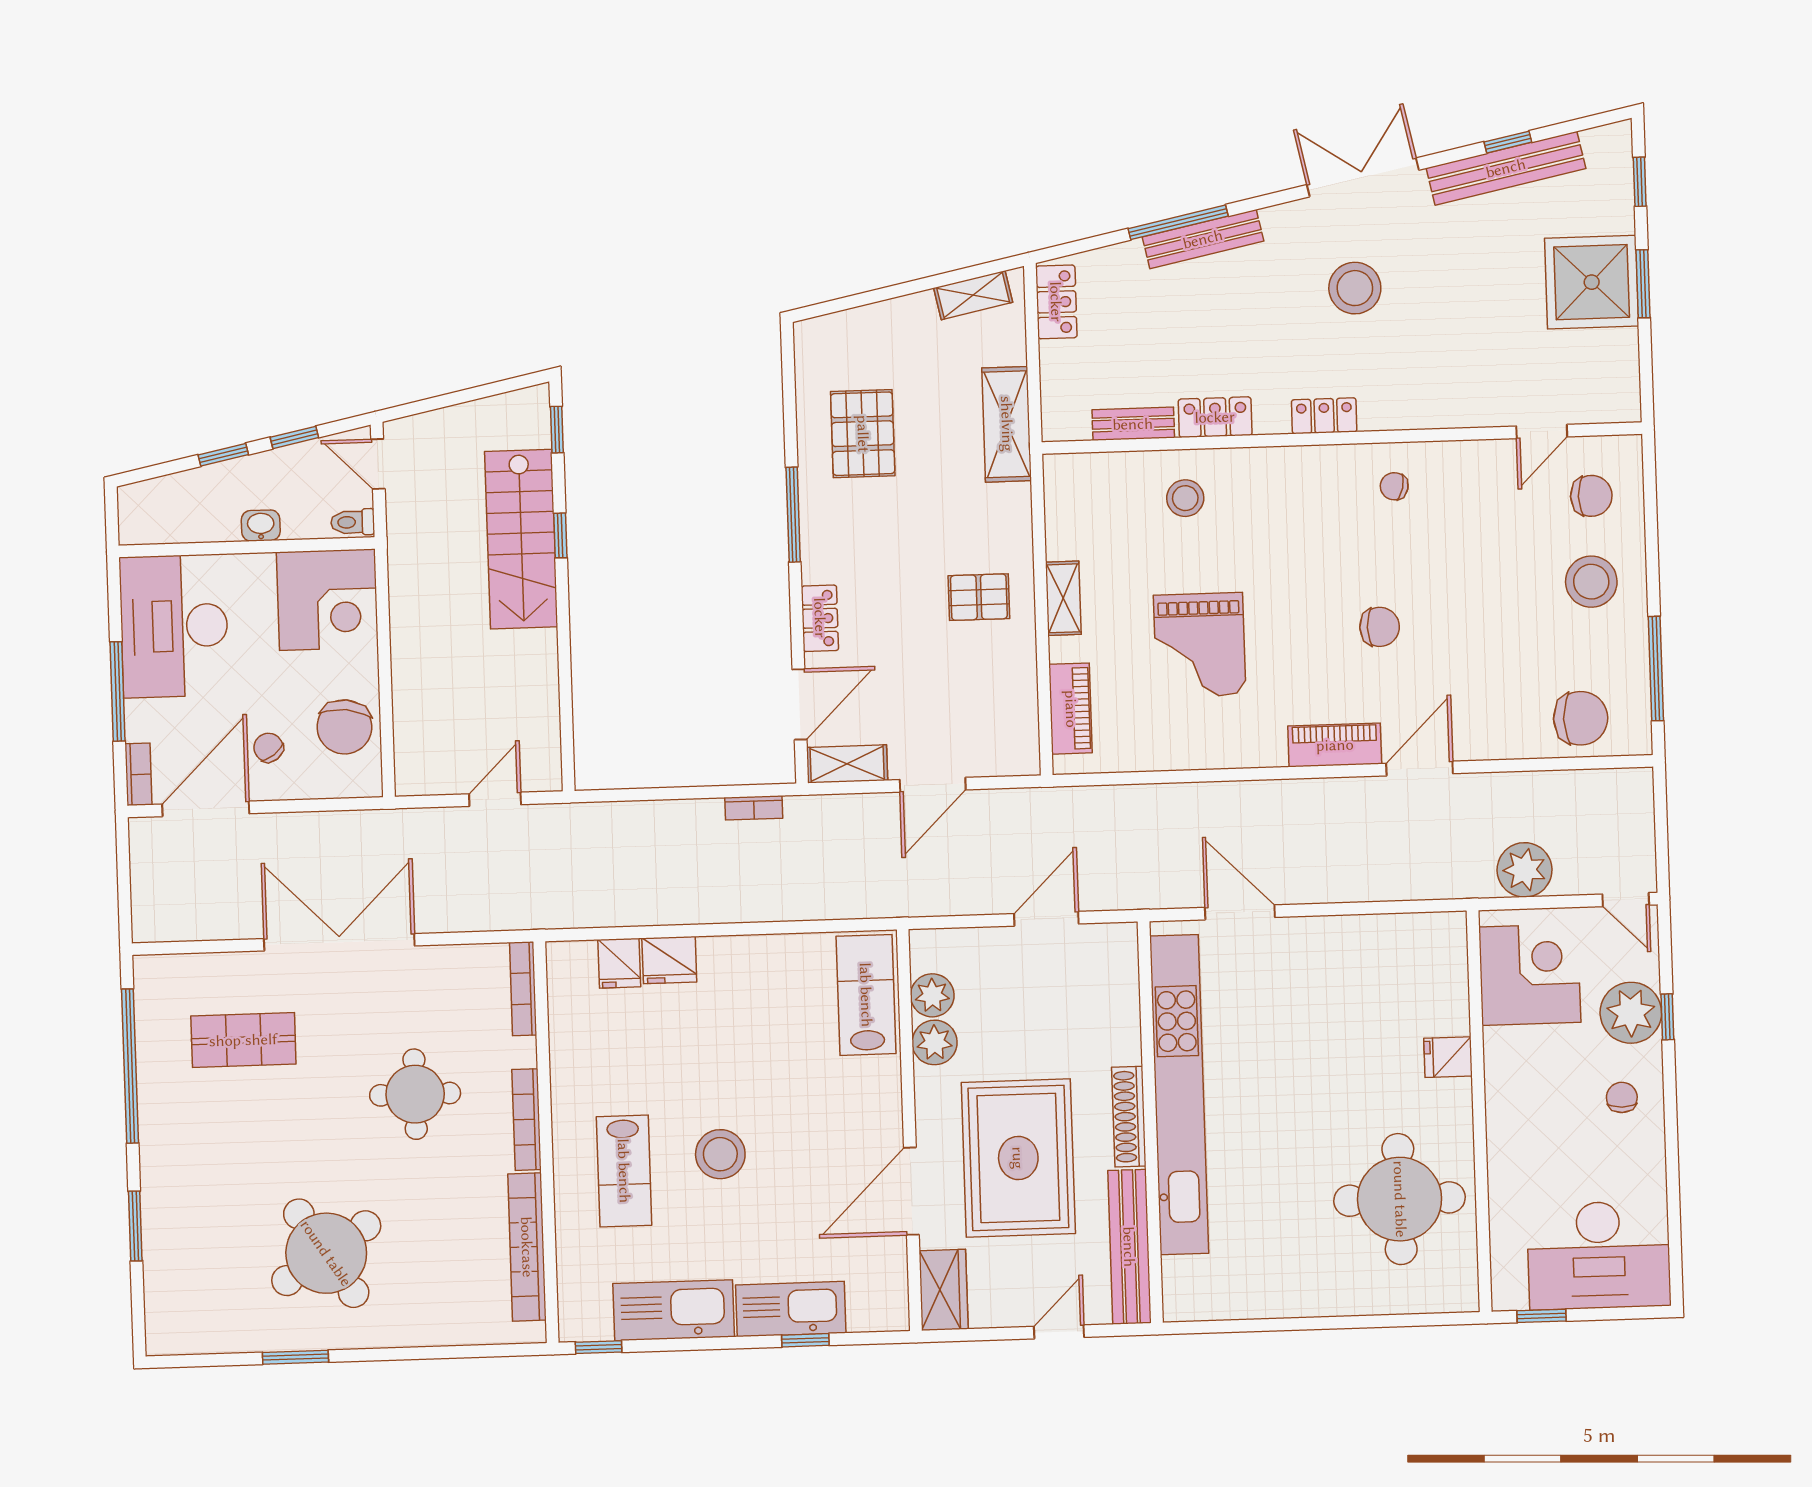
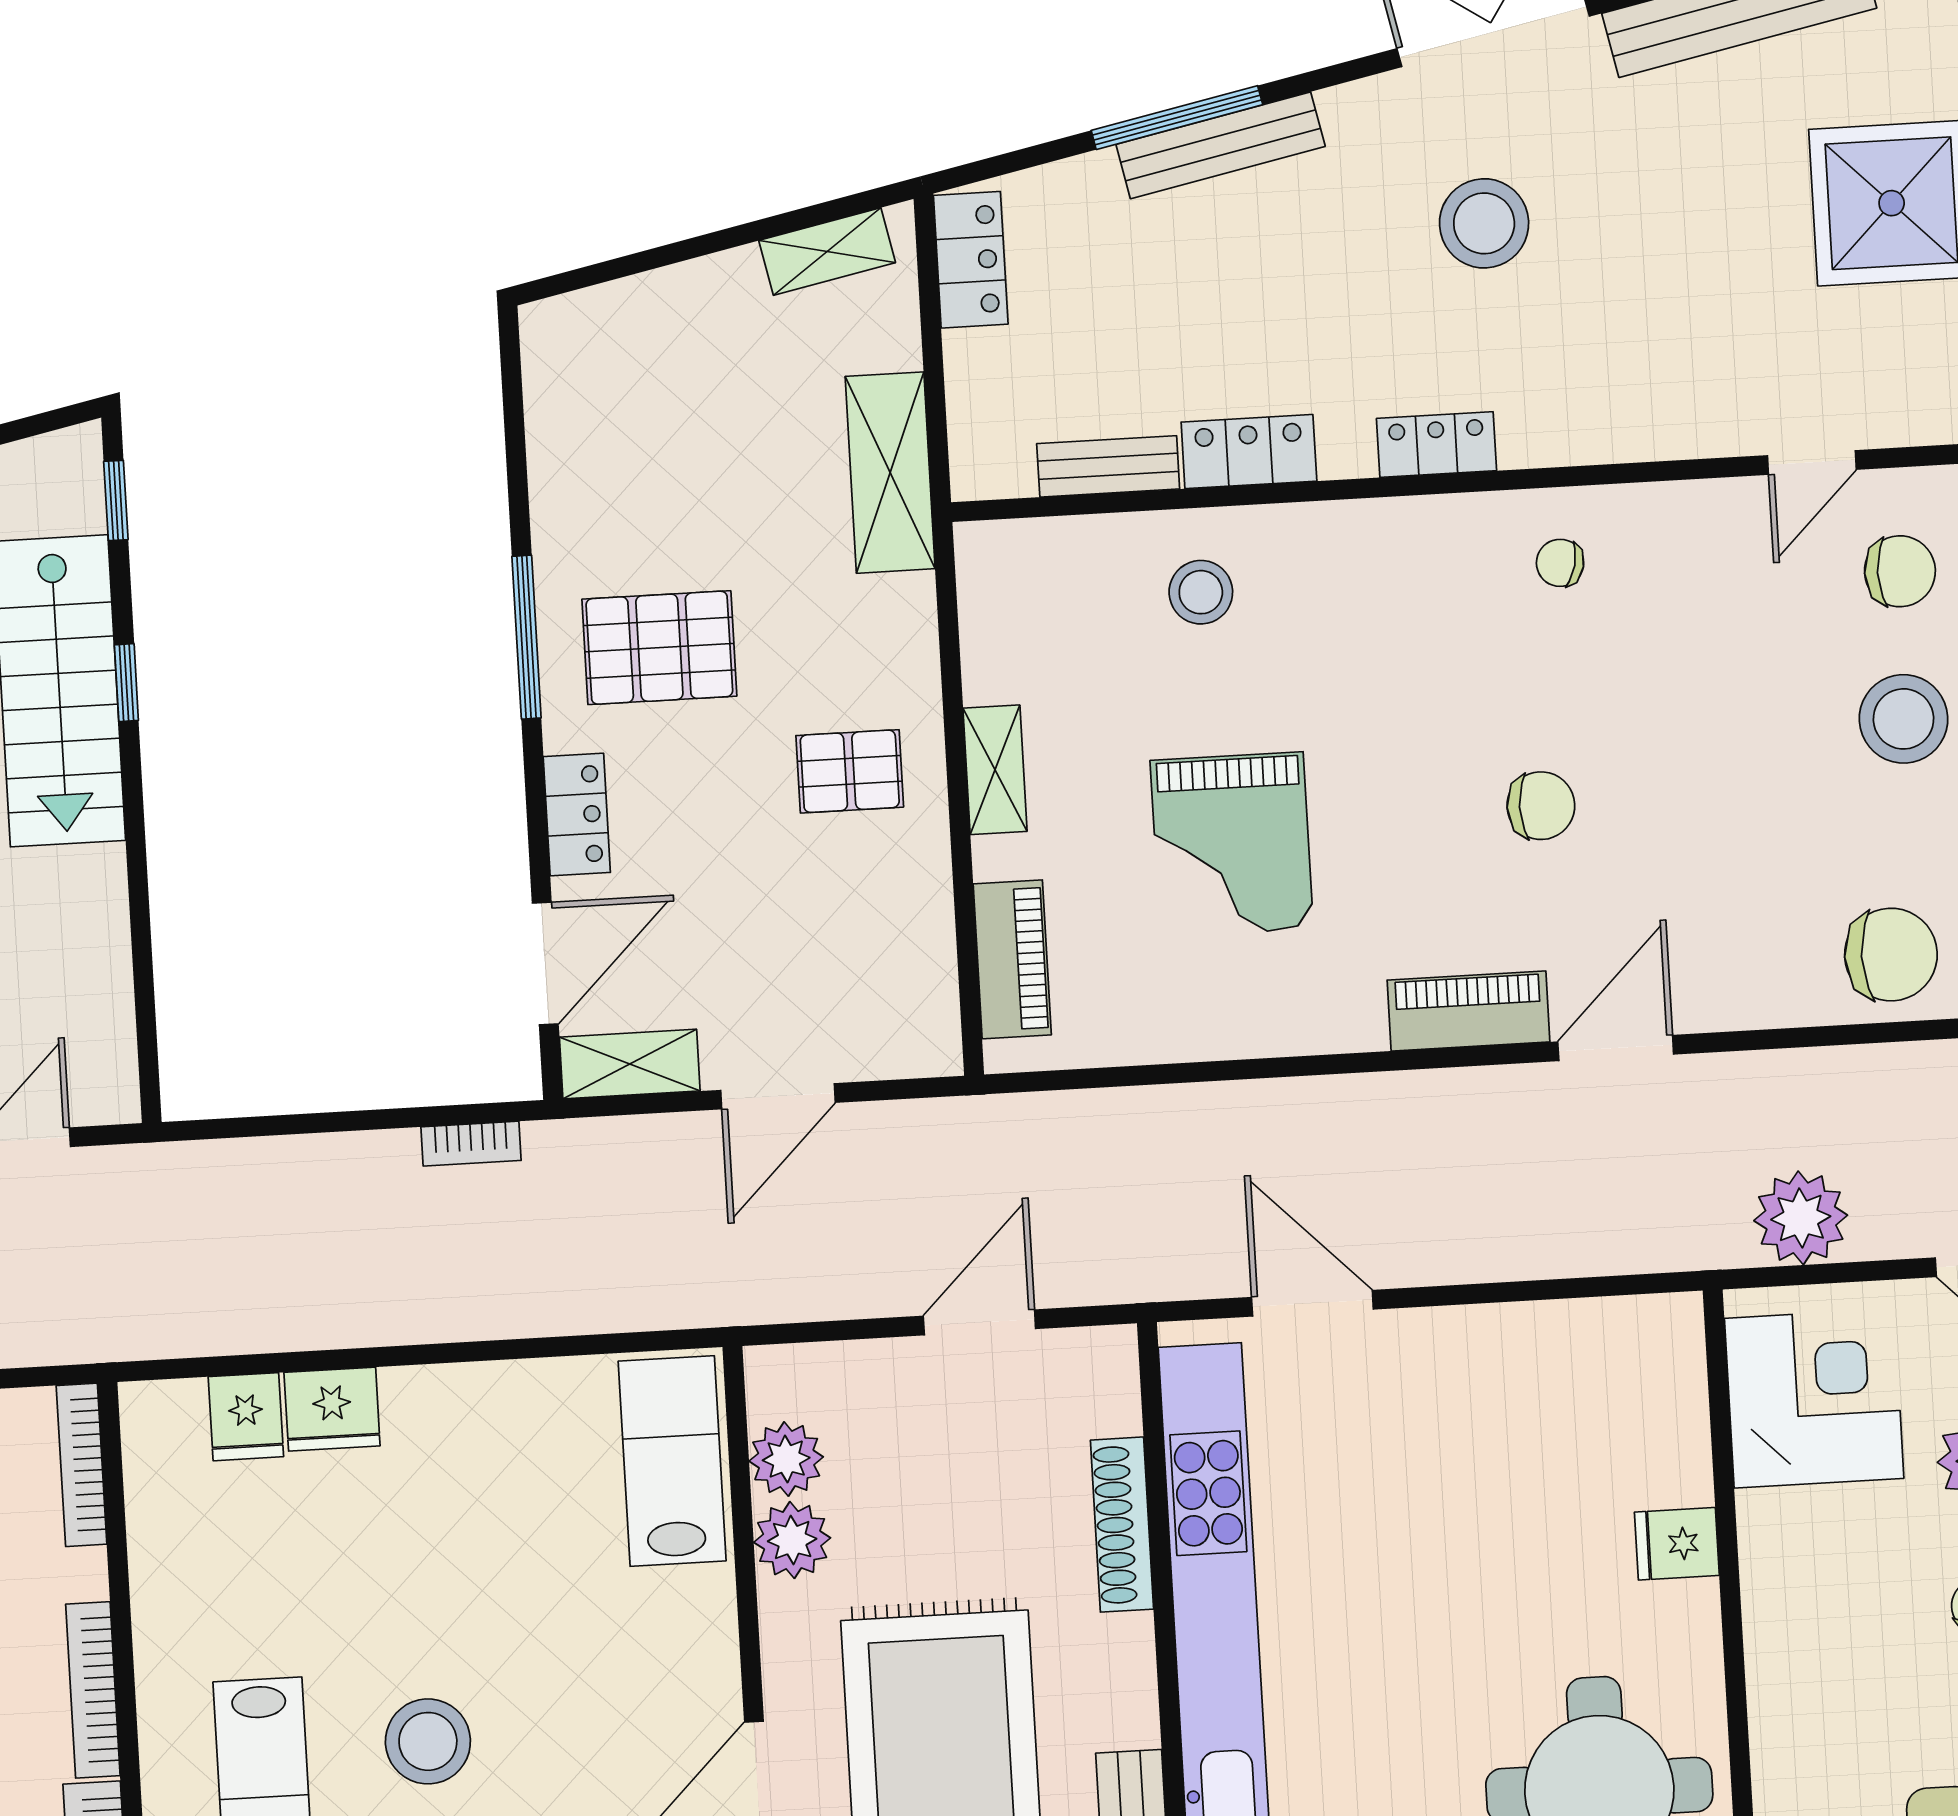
pallet: (863, 434) -> (659, 648), moved, turned 90
shoe rack: (1129, 1117) -> (1122, 1525), moved

